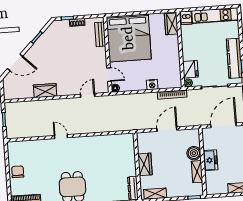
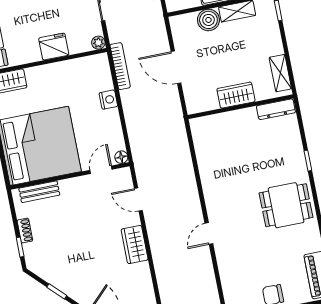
fridge: (190, 69) -> (54, 47), moved
wardrobe: (45, 91) -> (135, 245), moved

